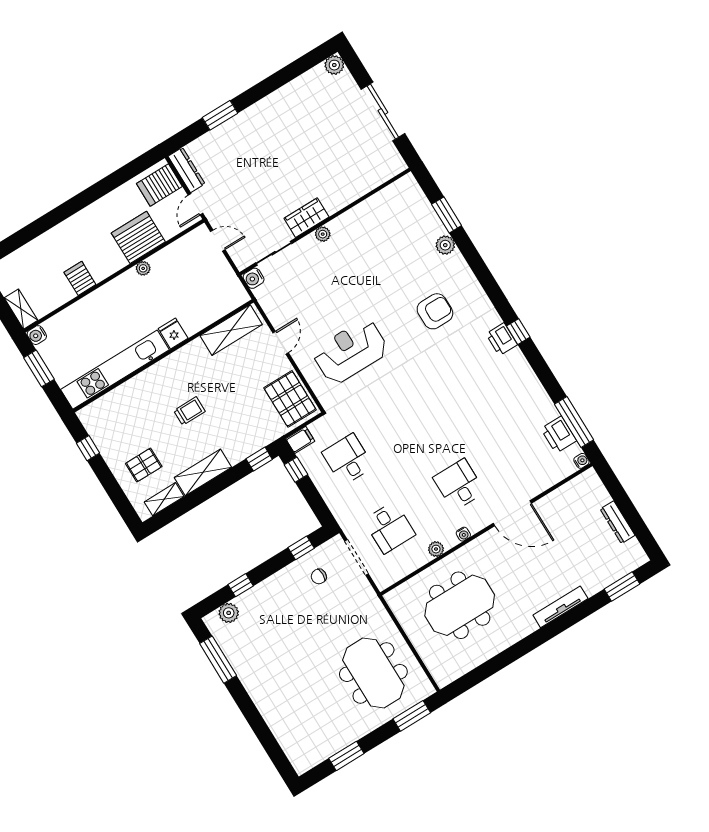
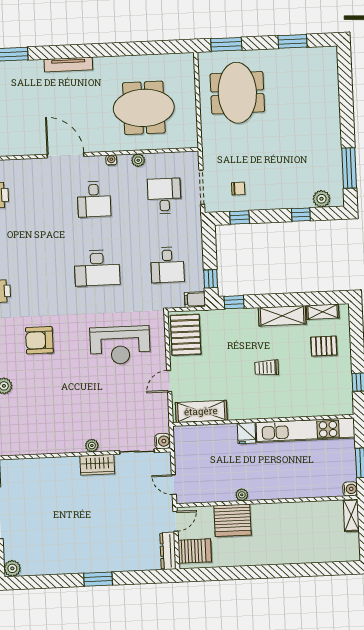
window: (220, 115) -> (98, 579), moved
server rack: (80, 278) -> (294, 514), removed
desk: (417, 417) -> (97, 268), added

